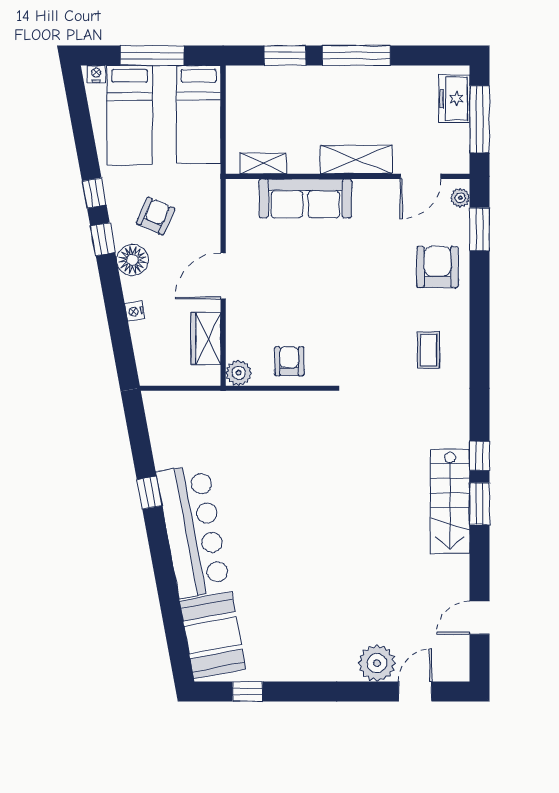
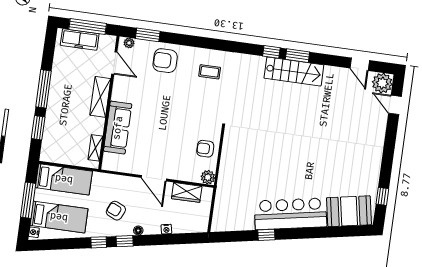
freezer: (454, 99) -> (80, 39), width x1.40
floor lamp: (133, 260) -> (138, 231), width x0.53, depth x0.53
plant: (377, 663) -> (382, 83), moved

